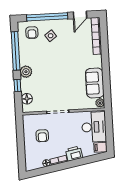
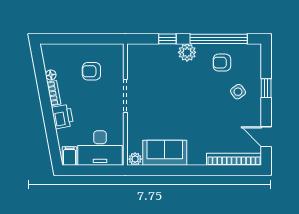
window: (47, 17) -> (266, 88), width x0.32
armchair: (32, 33) -> (222, 63), moved
floor lamp: (27, 99) -> (147, 52), removed

